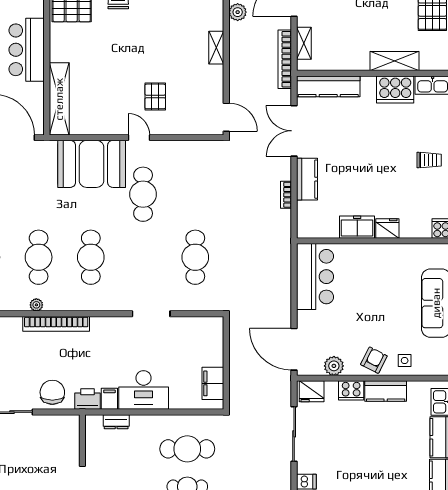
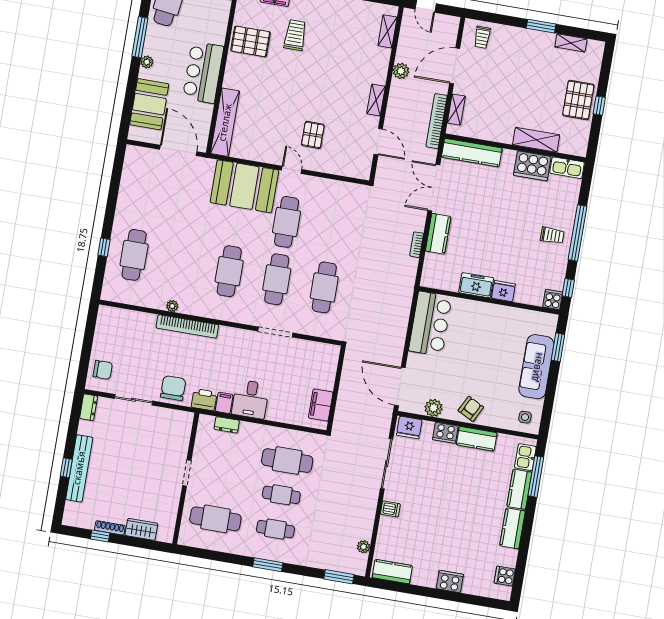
door: (226, 117) -> (378, 142), moved
cafe table: (39, 257) -> (277, 279), moved
side table: (405, 361) -> (525, 417), moved
desk: (144, 390) -> (250, 399), width x0.73

